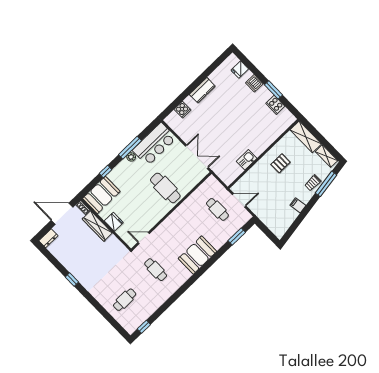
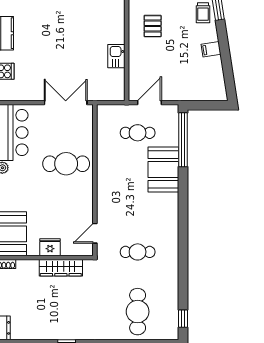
wardrobe: (97, 226) -> (61, 268), moved
window: (237, 236) -> (183, 140), width x2.11
booth: (197, 255) -> (163, 170), moved
cafe table: (125, 300) -> (138, 312), width x1.37, depth x1.35

